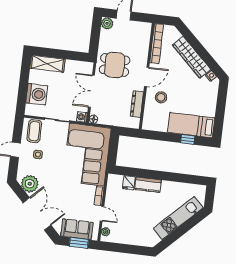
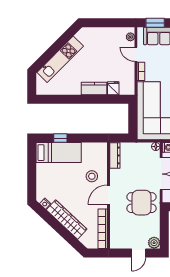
dresser: (137, 104) -> (115, 155), moved

